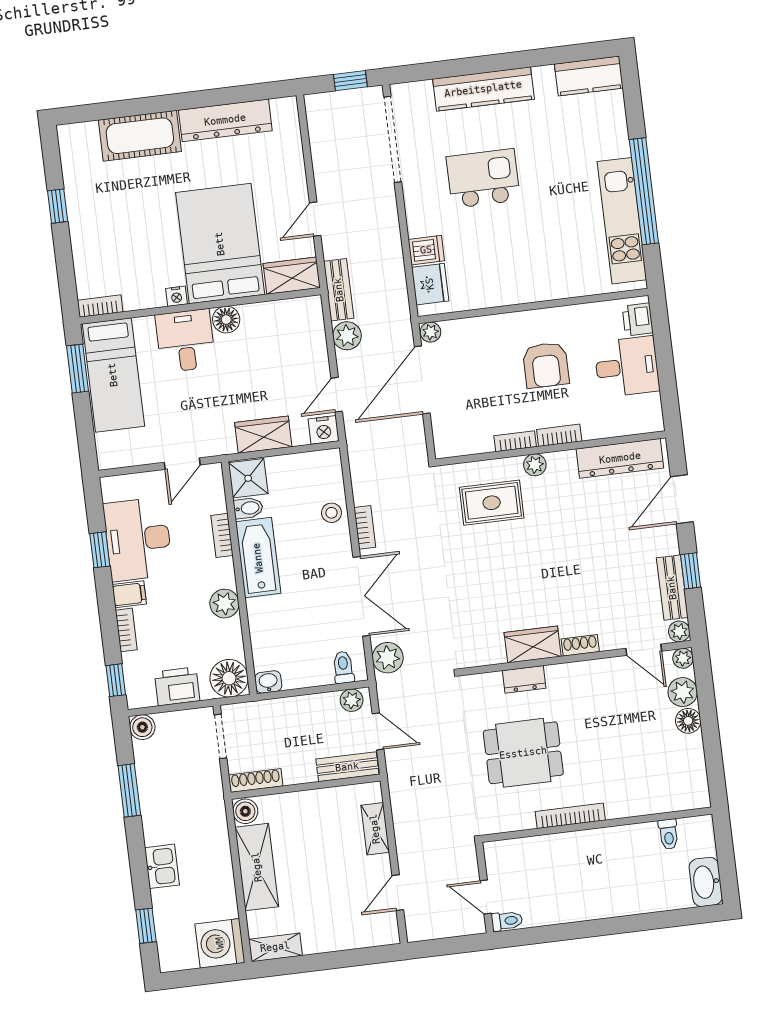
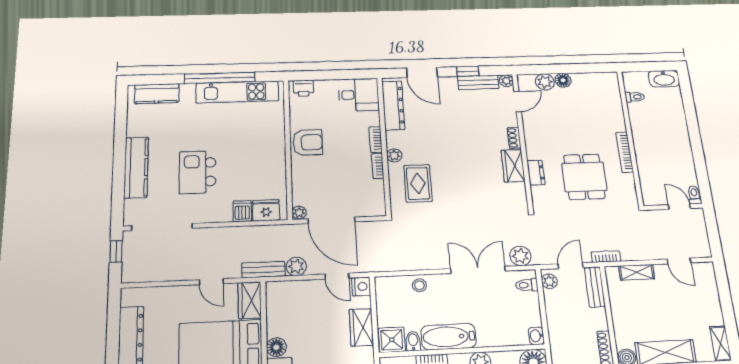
kitchen counter: (589, 76) -> (157, 94), moved, turned 90
armchair: (546, 365) -> (308, 142), moved
desk: (627, 367) -> (359, 95), moved, turned 90
bookcase: (365, 527) -> (606, 257), moved
plant: (683, 658) -> (523, 80), removed
door: (486, 897) -> (679, 207), swing flipped

